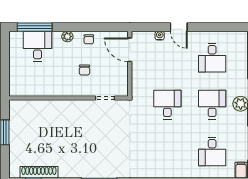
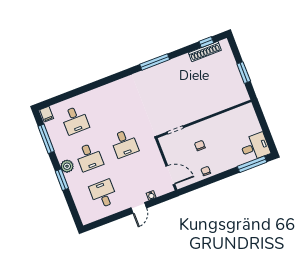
door: (179, 27) -> (139, 208), swing flipped
plant: (67, 36) -> (223, 167), removed
desk: (38, 46) -> (255, 147), moved, turned -90
desk: (212, 152) -> (75, 120), turned 180

